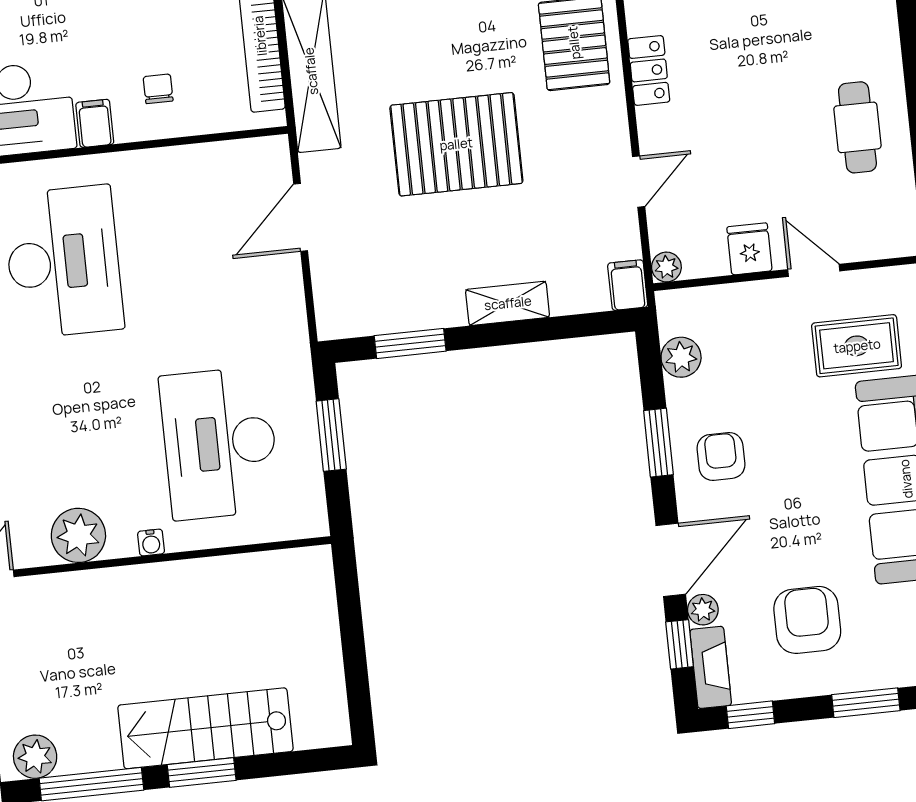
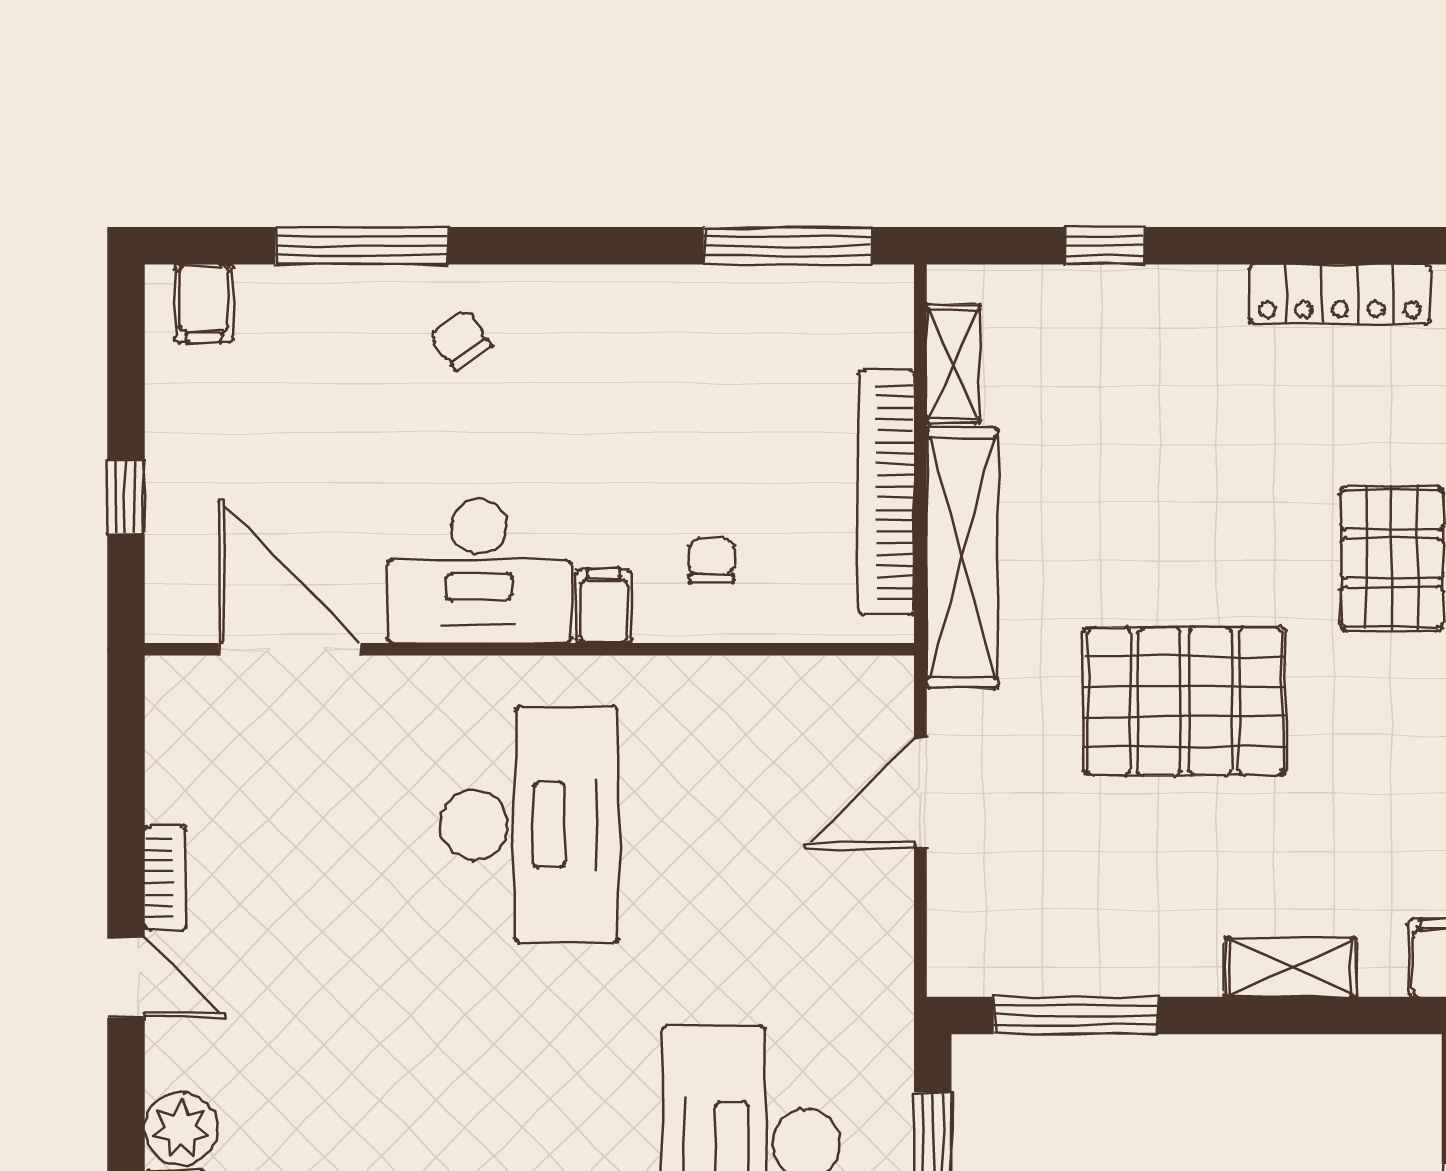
shelving: (508, 303) -> (1291, 967), moved
window: (410, 343) -> (1076, 1015), width x1.44

